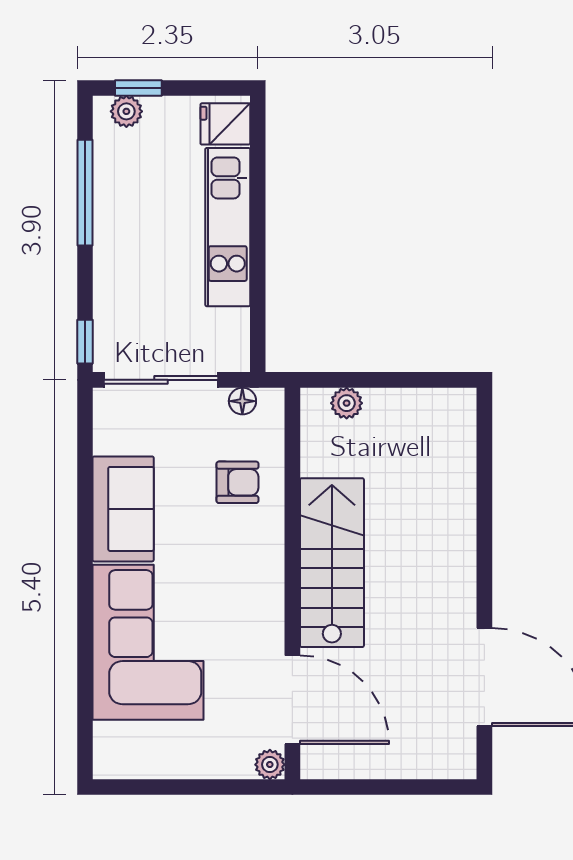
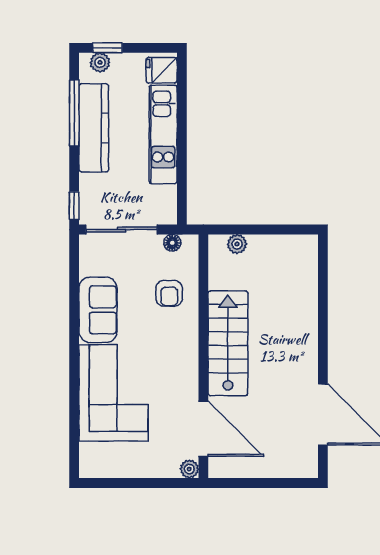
kitchen counter: (116, 217) -> (94, 128), added
armchair: (237, 482) -> (169, 293), turned 90

